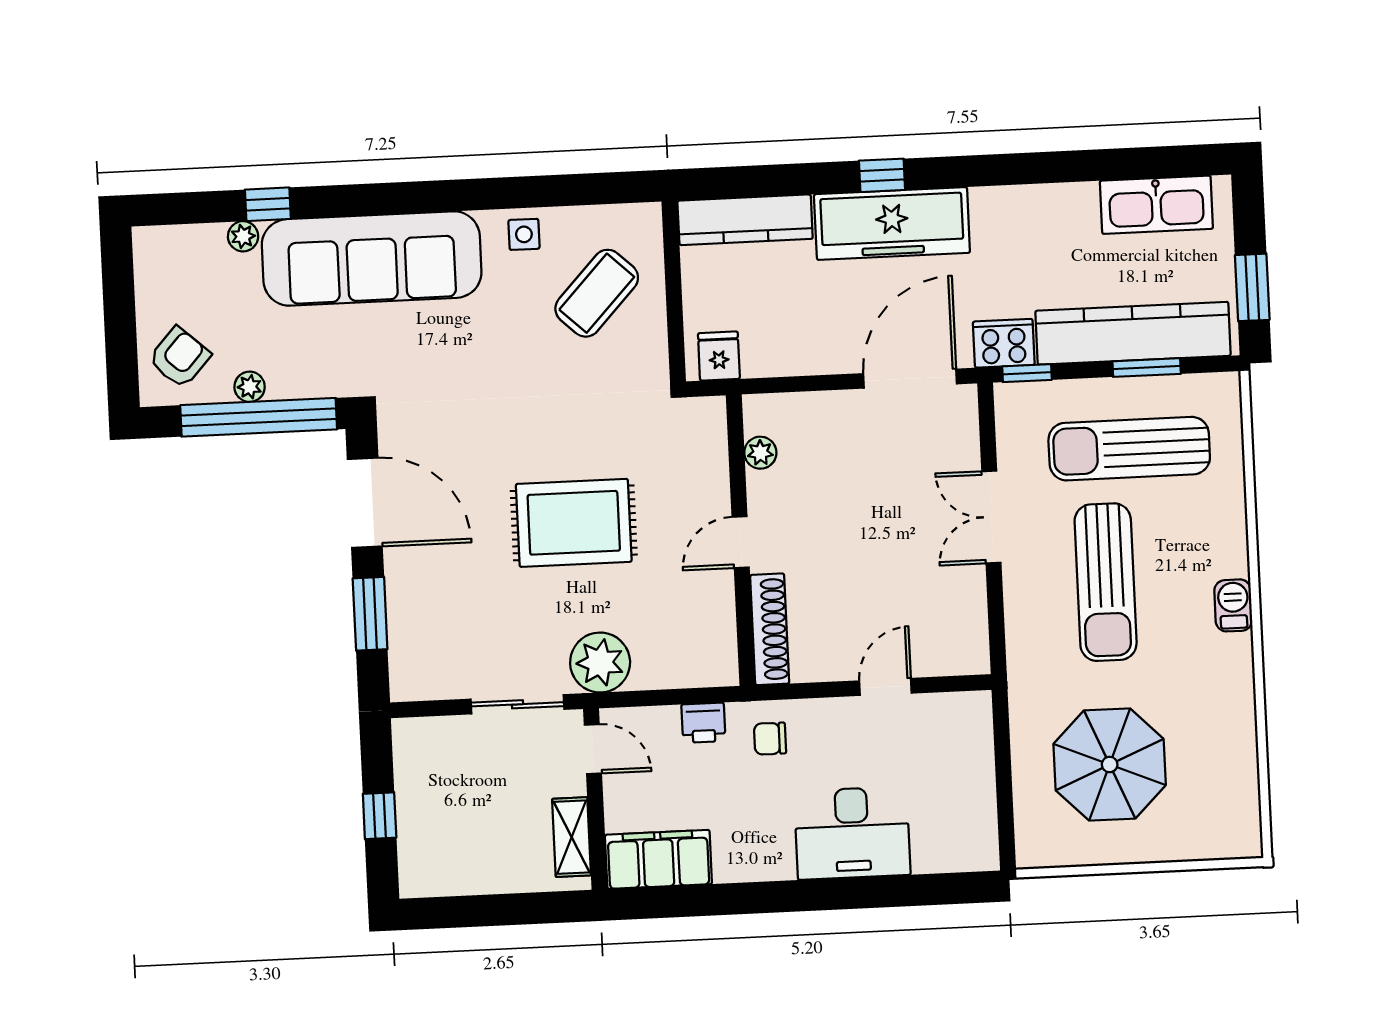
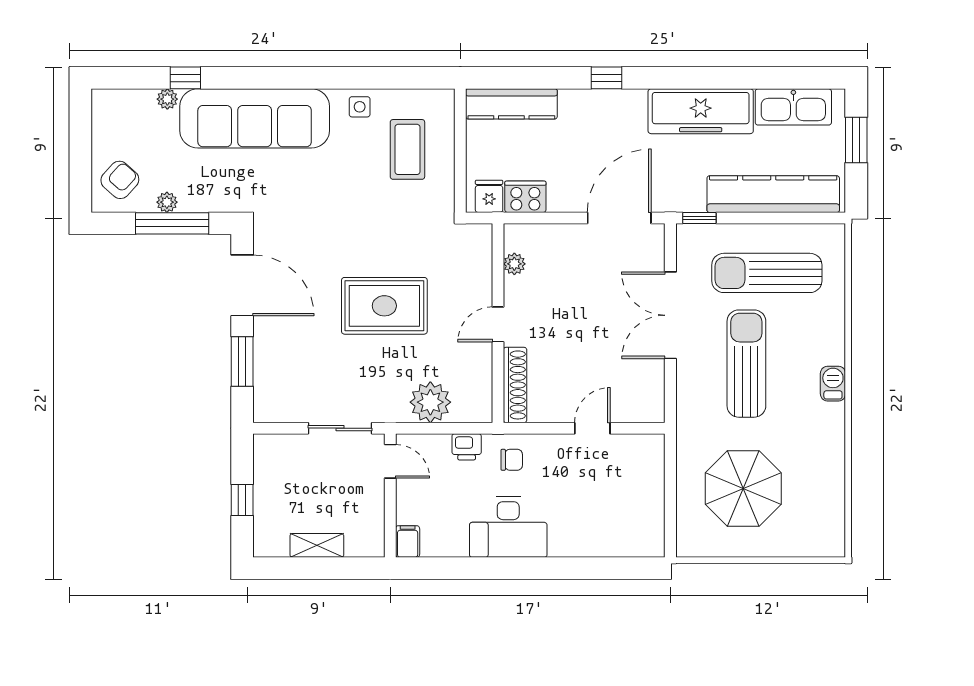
freezer: (892, 224) -> (701, 111), moved
window: (1252, 287) -> (856, 140), moved
coffee table: (597, 293) -> (407, 149), turned -43
cooker: (1004, 343) -> (525, 197), moved
window: (1147, 368) -> (781, 218), removed
window: (259, 417) -> (172, 223), width x0.68
double door: (991, 517) -> (670, 315), width x1.37
sun lounger: (1106, 582) -> (746, 364), turned 180
plant: (600, 663) -> (430, 402), moved
chair: (770, 739) -> (512, 460), turned 180
desk: (852, 833) -> (508, 527), moved
shelving: (572, 837) -> (317, 545), moved, turned 90
filing cabinet: (658, 859) -> (408, 542), width x0.33, depth x0.86

